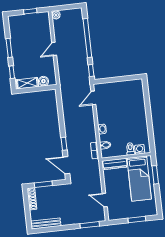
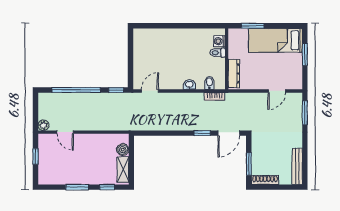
door: (54, 49) -> (65, 132), moved
door: (93, 98) -> (150, 91), swing flipped
bed: (139, 179) -> (275, 40), moved, turned 180

